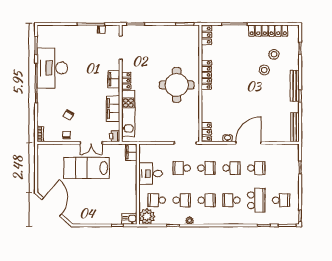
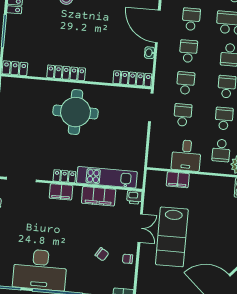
locker: (206, 132) -> (132, 79), width x1.53
filing cabinet: (131, 152) -> (178, 180), moved
school desk: (182, 168) -> (183, 115), turned 180

